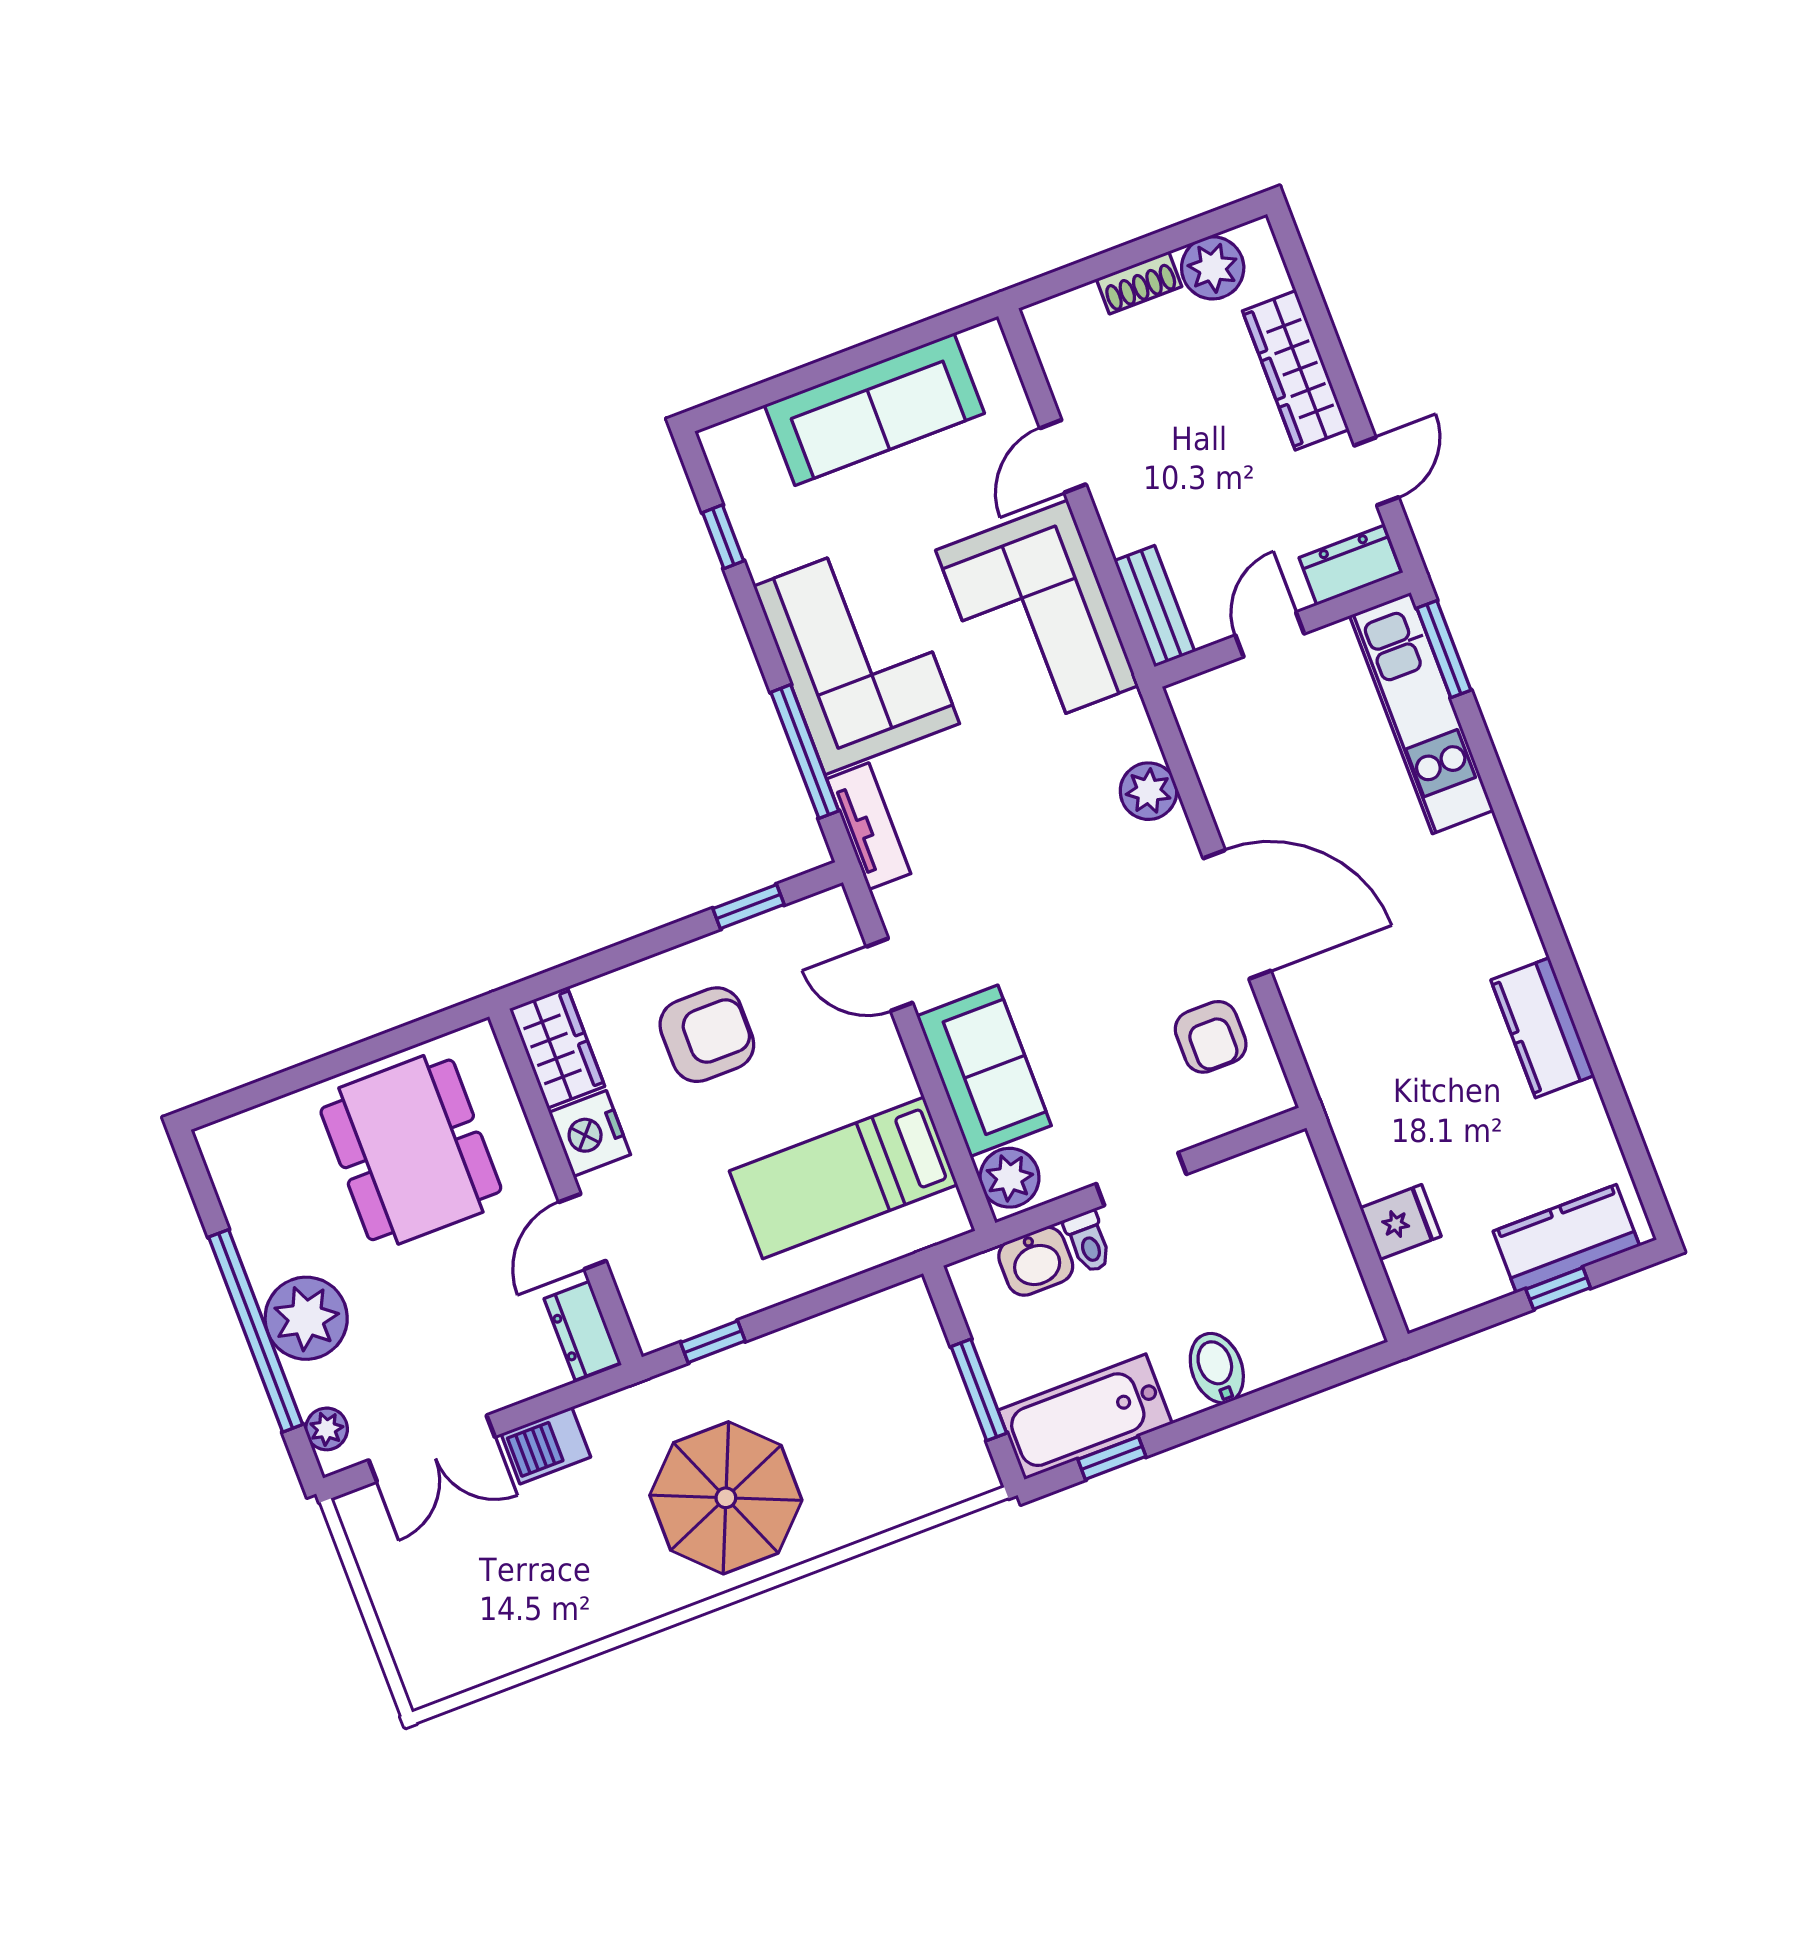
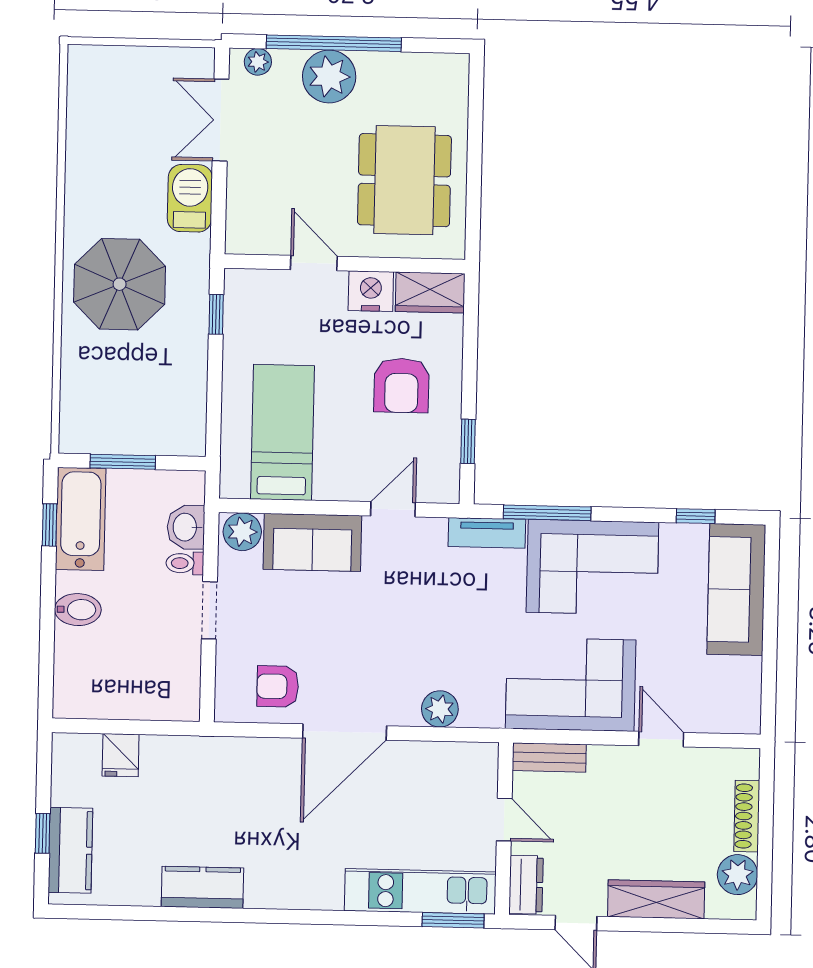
shoe rack: (1139, 283) -> (747, 816), width x1.43
sofa: (874, 409) -> (736, 590), moved
dining table: (411, 1150) -> (404, 180), turned 90
dresser: (582, 1331) -> (254, 239), removed
barbecue: (546, 1445) -> (190, 198), width x1.38, depth x1.27

